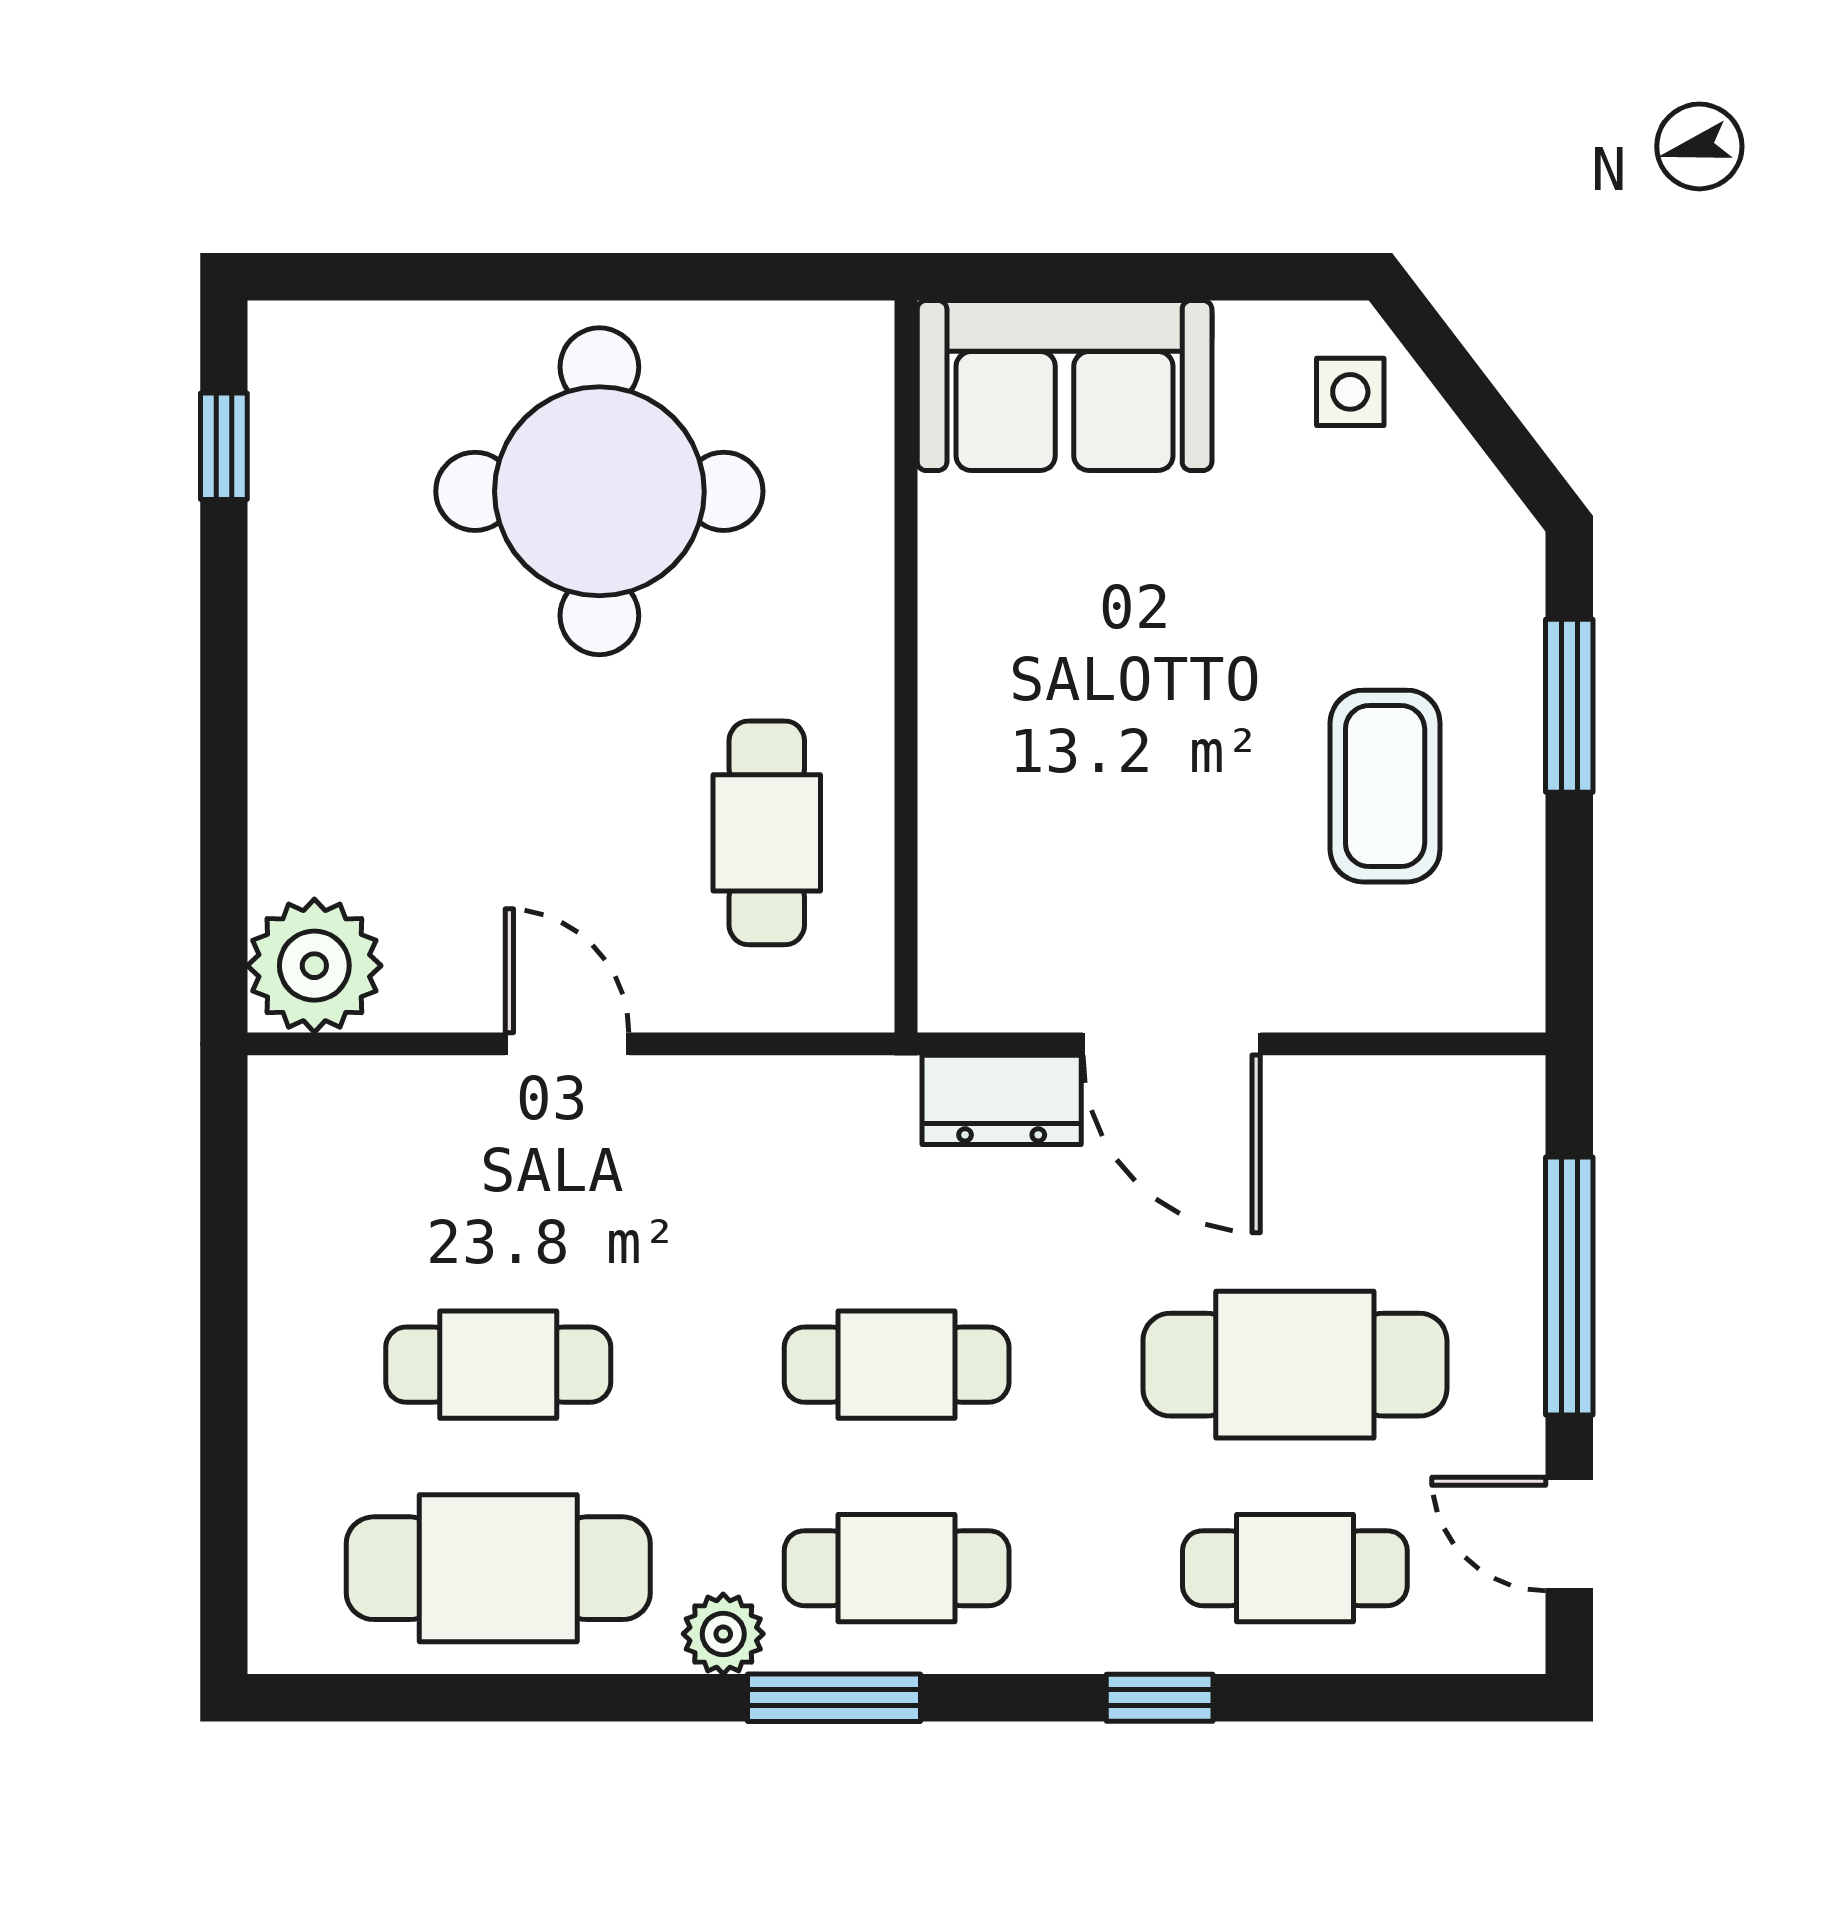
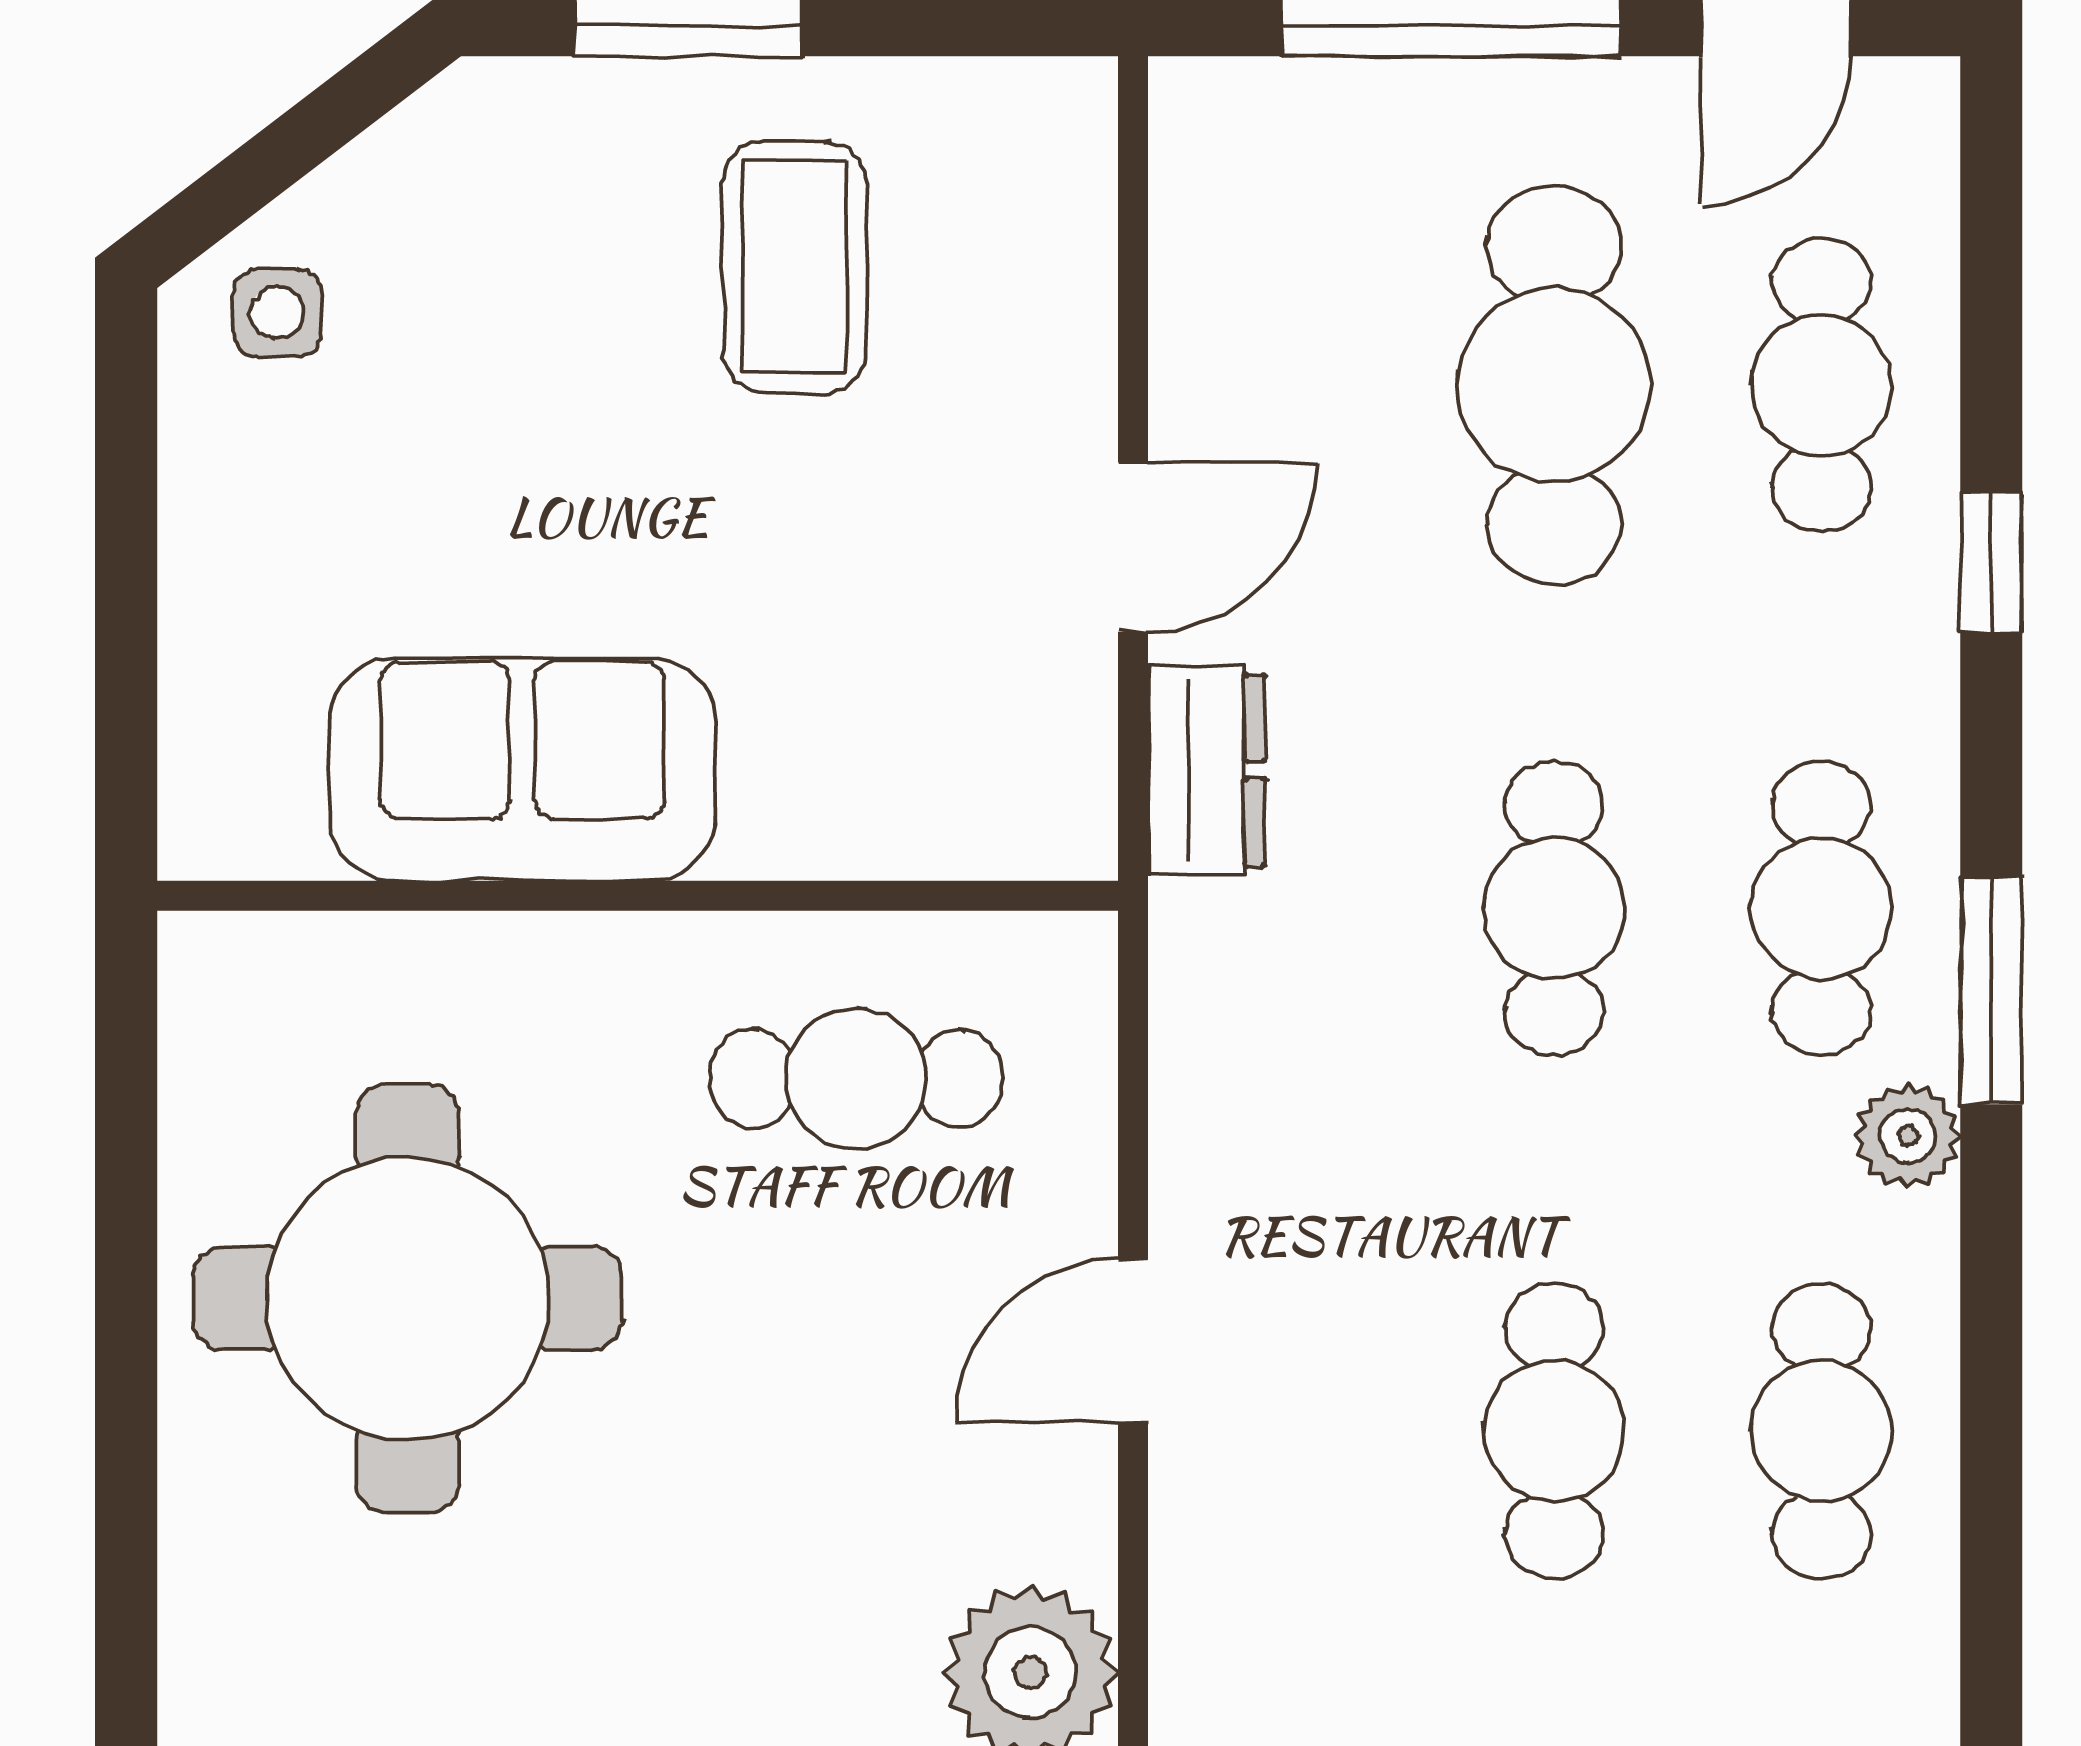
sofa: (1065, 385) -> (522, 769), moved, turned -90
coffee table: (1385, 786) -> (795, 267), turned 90
door: (1172, 1044) -> (1133, 547), width x0.73
cafe table: (498, 1568) -> (1821, 1431), width x0.73, depth x0.74

